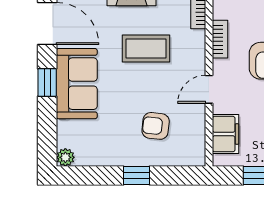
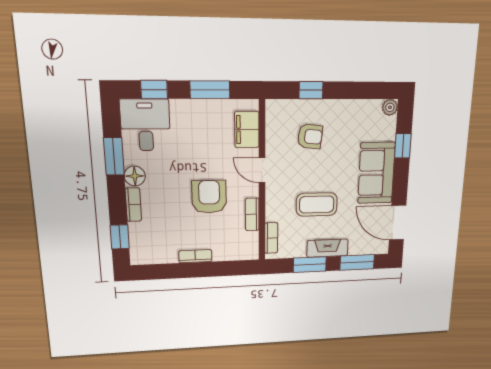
window: (47, 82) -> (403, 146), moved
door: (209, 89) -> (262, 170), swing flipped
window: (136, 176) -> (311, 90), moved

